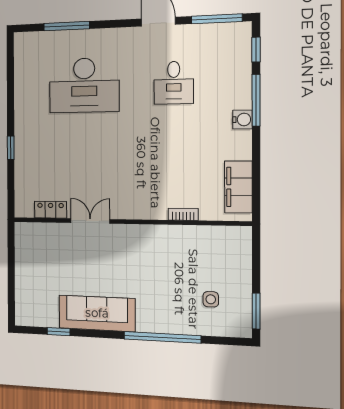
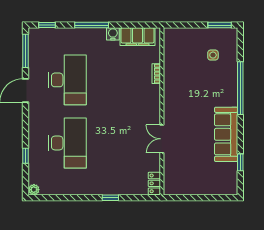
window: (66, 26) -> (26, 156), width x0.46
plant: (21, 40) -> (34, 190), added
desk: (174, 83) -> (67, 80), width x1.87, depth x1.30
window: (256, 100) -> (92, 25), moved
water cooler: (242, 120) -> (113, 34), moved
locker: (51, 210) -> (154, 183), moved

